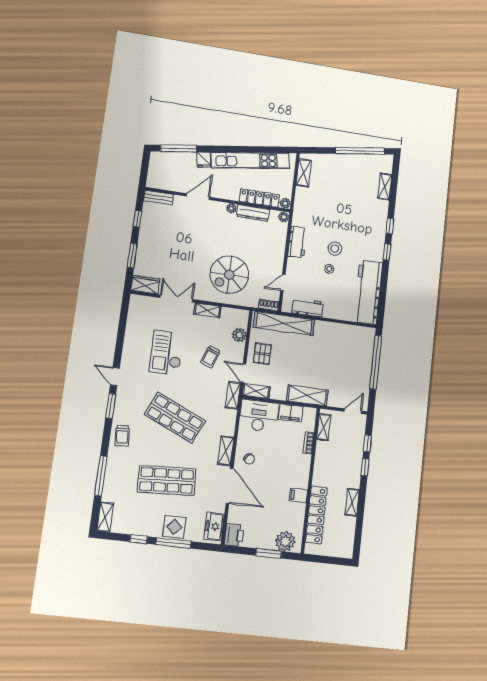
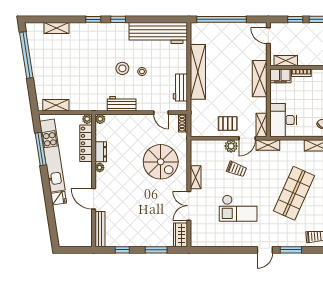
window: (179, 148) -> (41, 149), moved
bench: (159, 198) -> (100, 229), width x1.36
dresser: (253, 213) -> (101, 152), width x0.70
shelving: (284, 323) -> (198, 72), moved
plant: (239, 335) -> (231, 146), moved
filing cabinet: (291, 413) -> (280, 76), moved, turned 90

